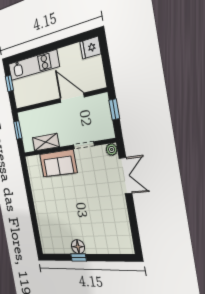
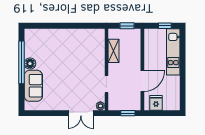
fridge: (90, 48) -> (156, 103), moved
sofa: (58, 163) -> (33, 86), moved, turned 180
window: (79, 257) -> (21, 62), width x3.17

